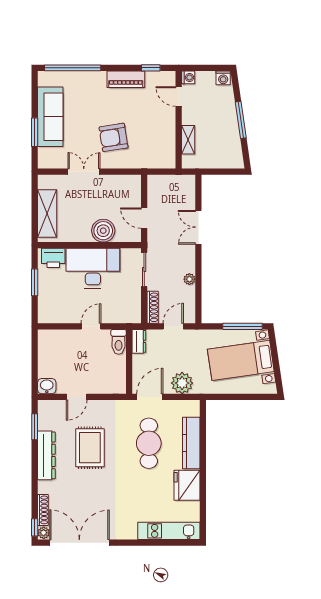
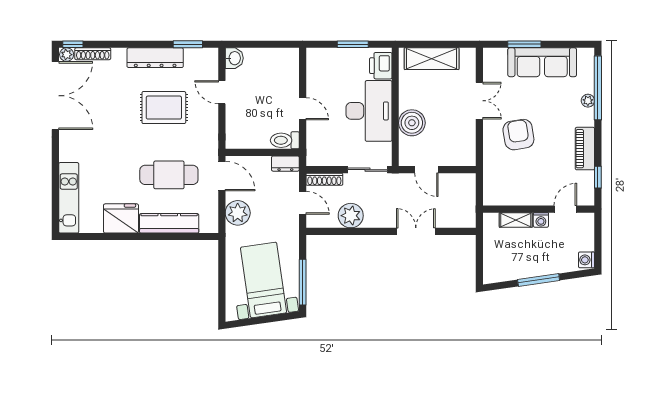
plant: (84, 77) -> (588, 101), added
washing machine: (188, 77) -> (541, 220), moved
door: (144, 218) -> (426, 170), swing flipped
plant: (189, 279) -> (351, 216), width x1.88, depth x1.88

